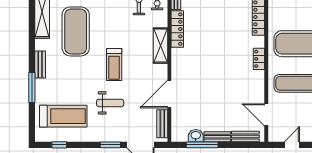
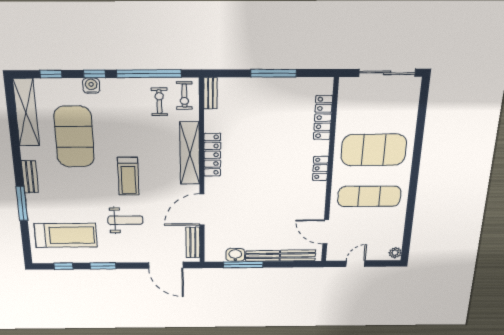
locker: (177, 29) -> (212, 155), moved
shelving: (161, 46) -> (190, 153), width x1.47
window: (110, 145) -> (103, 266), moved

